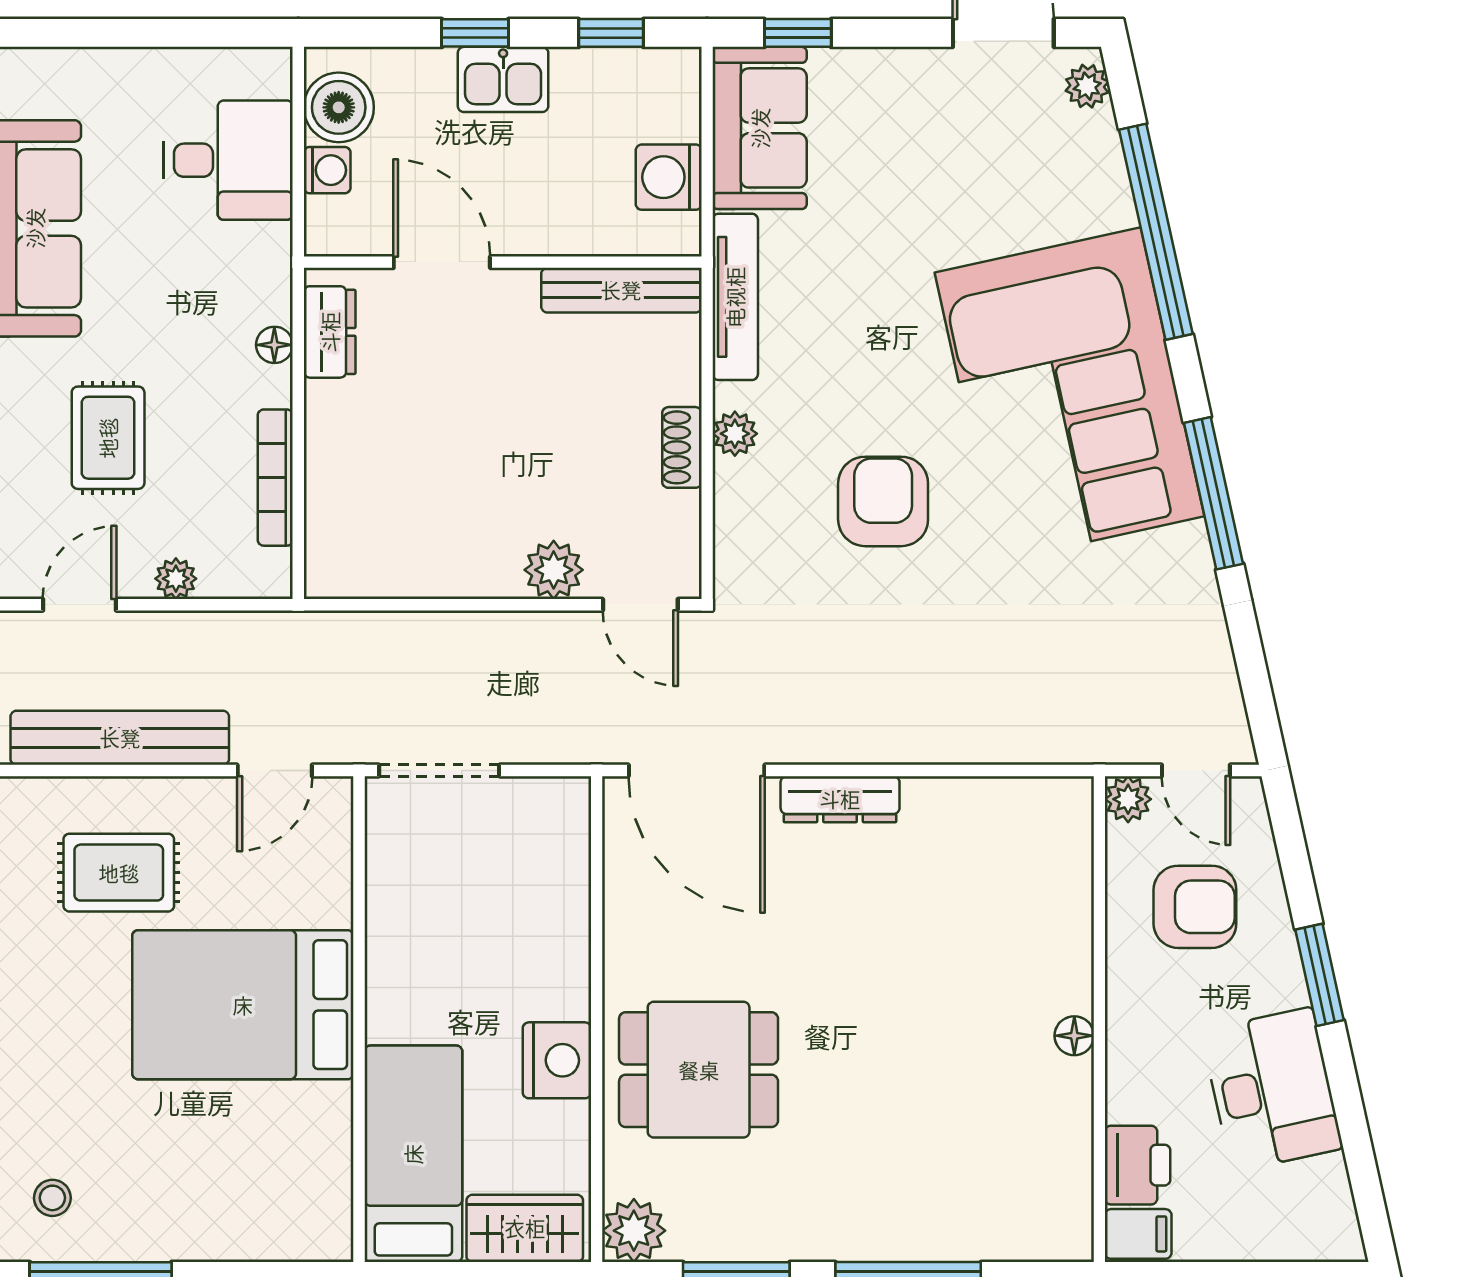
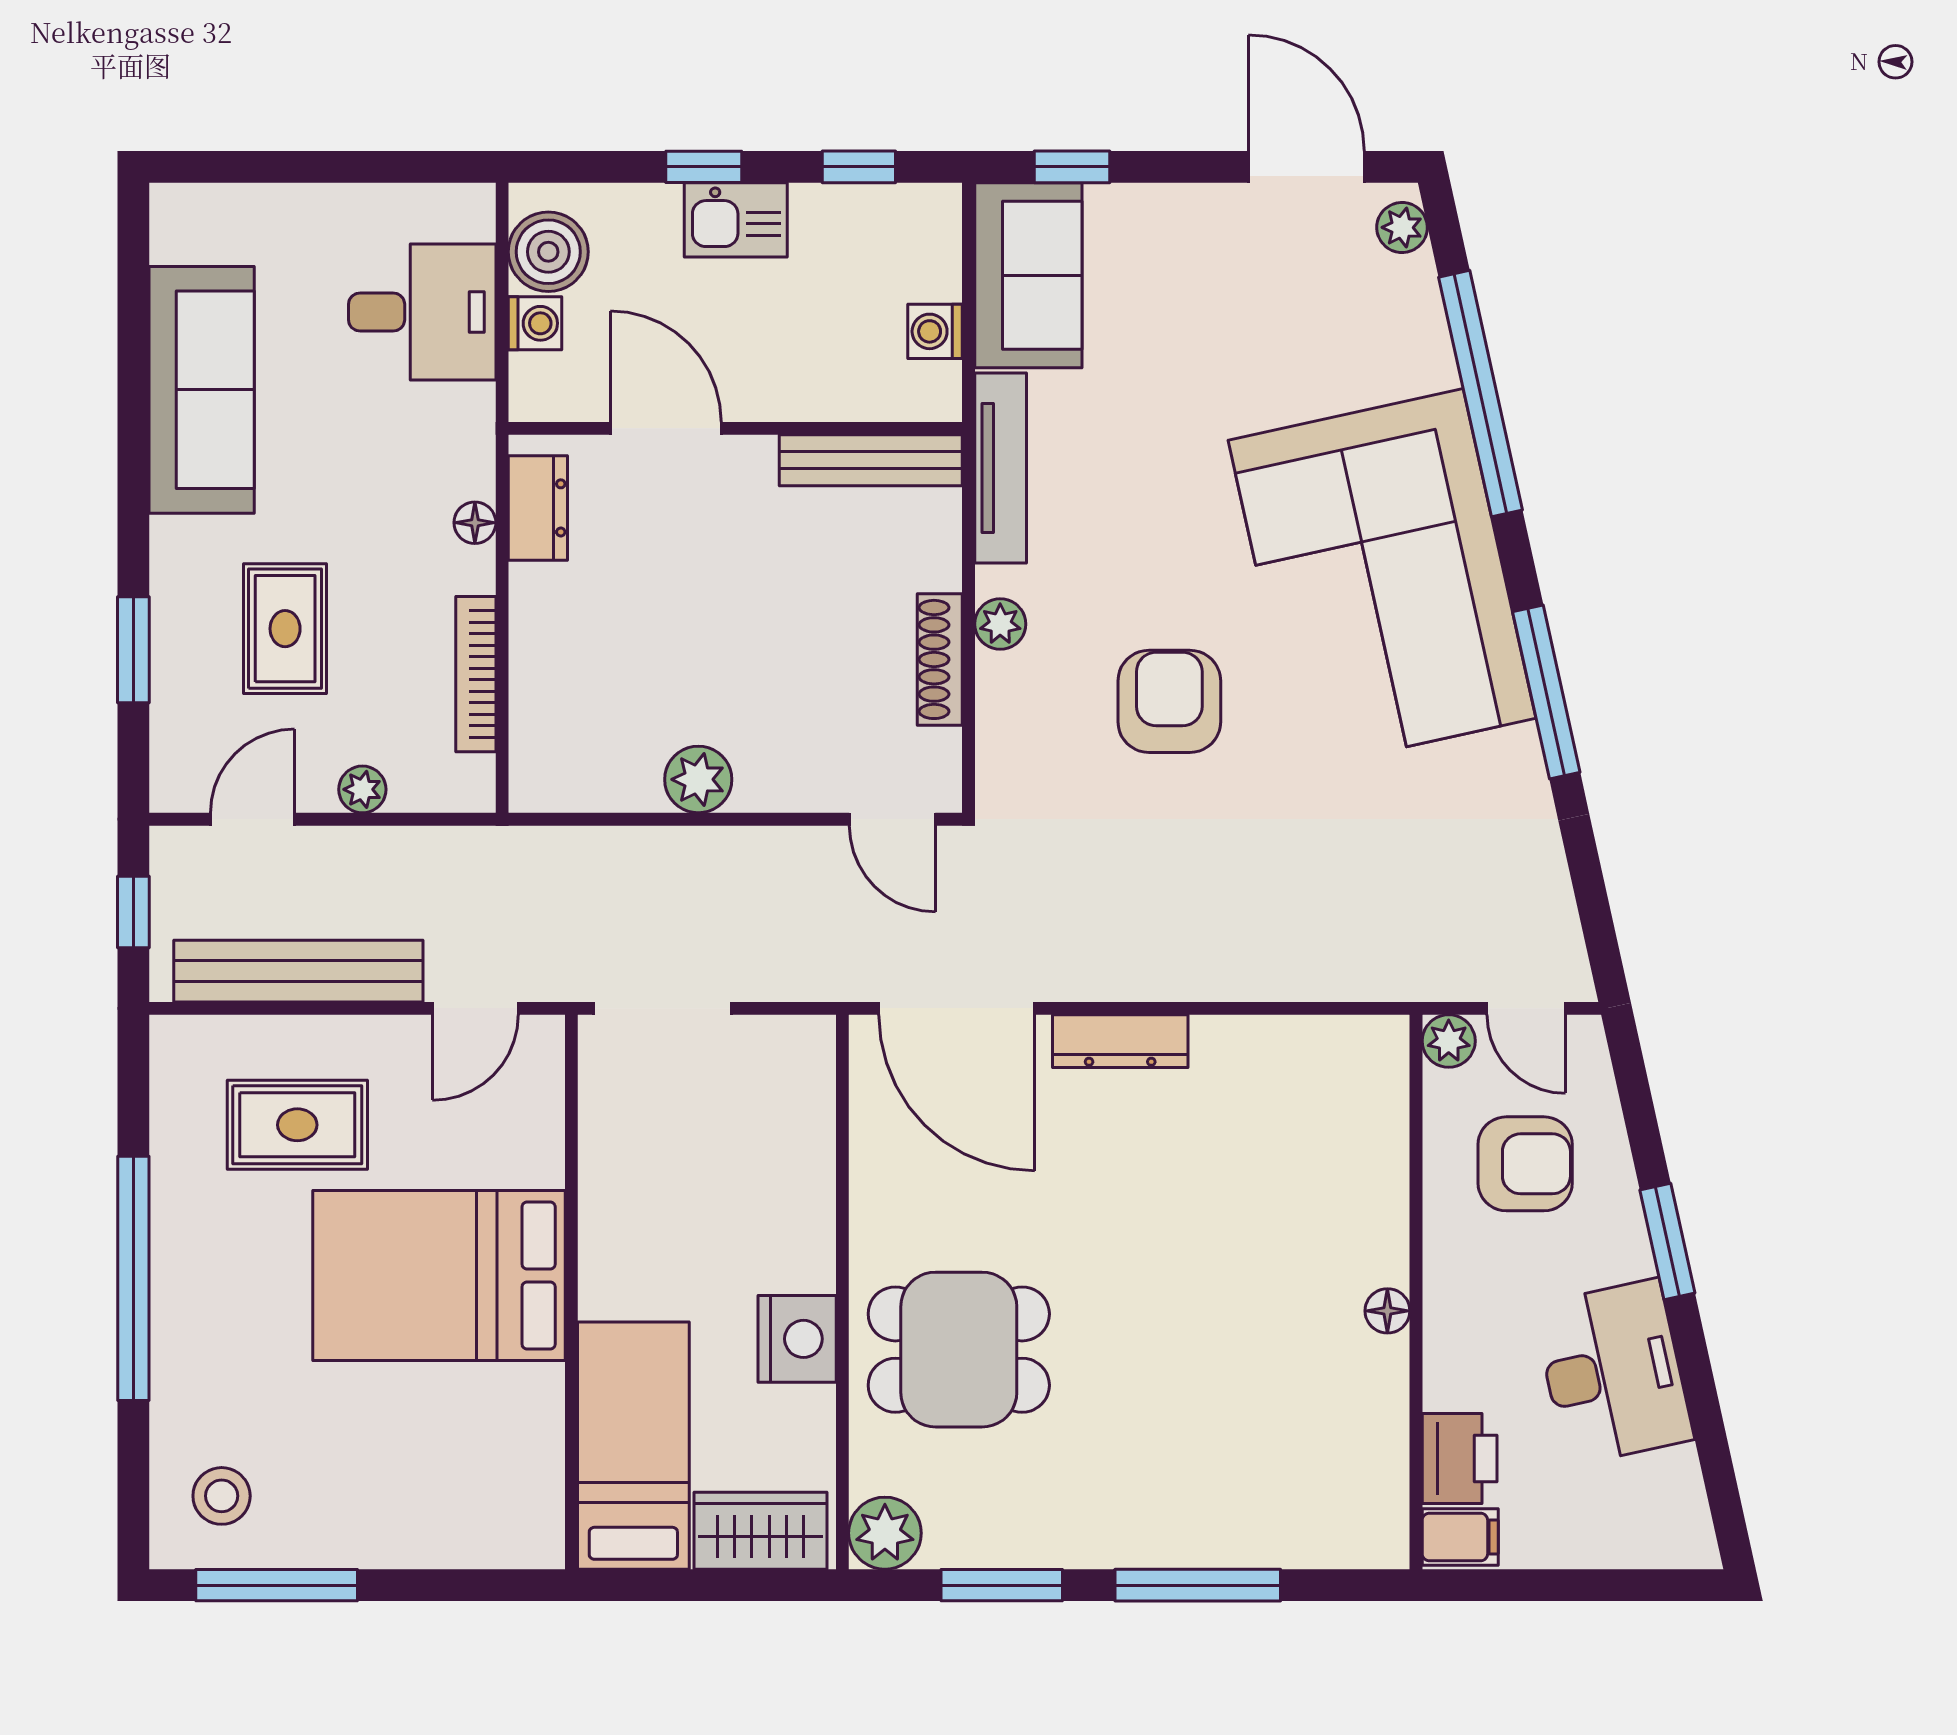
washing machine: (669, 177) -> (935, 331), width x0.73, depth x0.73
shoe rack: (682, 447) -> (940, 659), width x1.43
plant: (554, 570) -> (698, 779), moved
stool: (52, 1198) -> (222, 1496), width x1.37, depth x1.37

